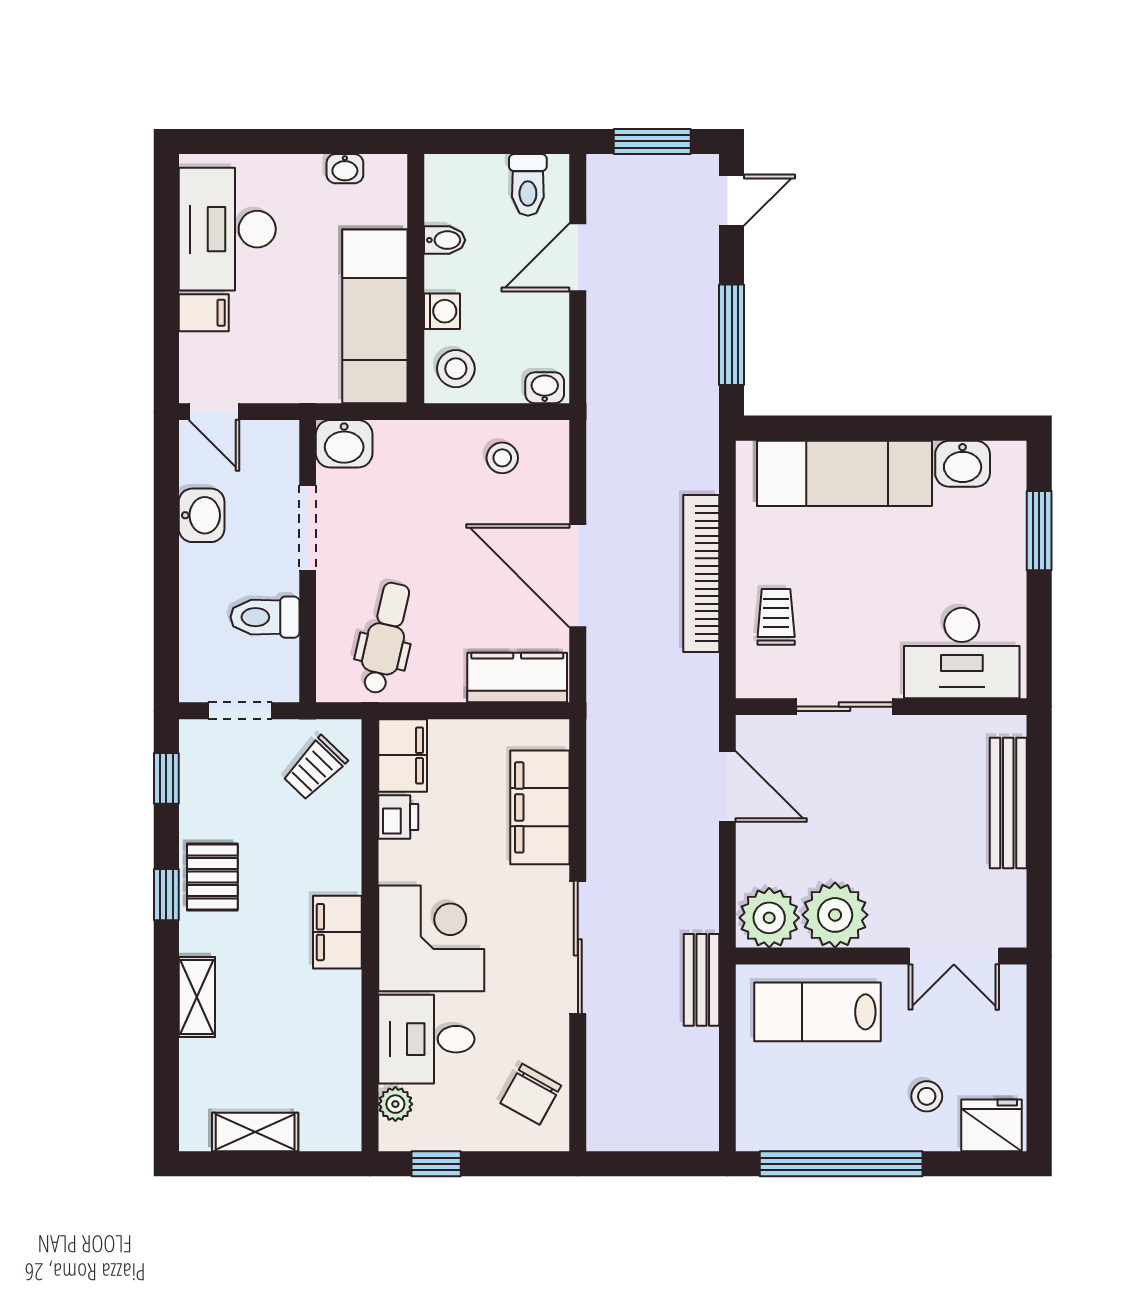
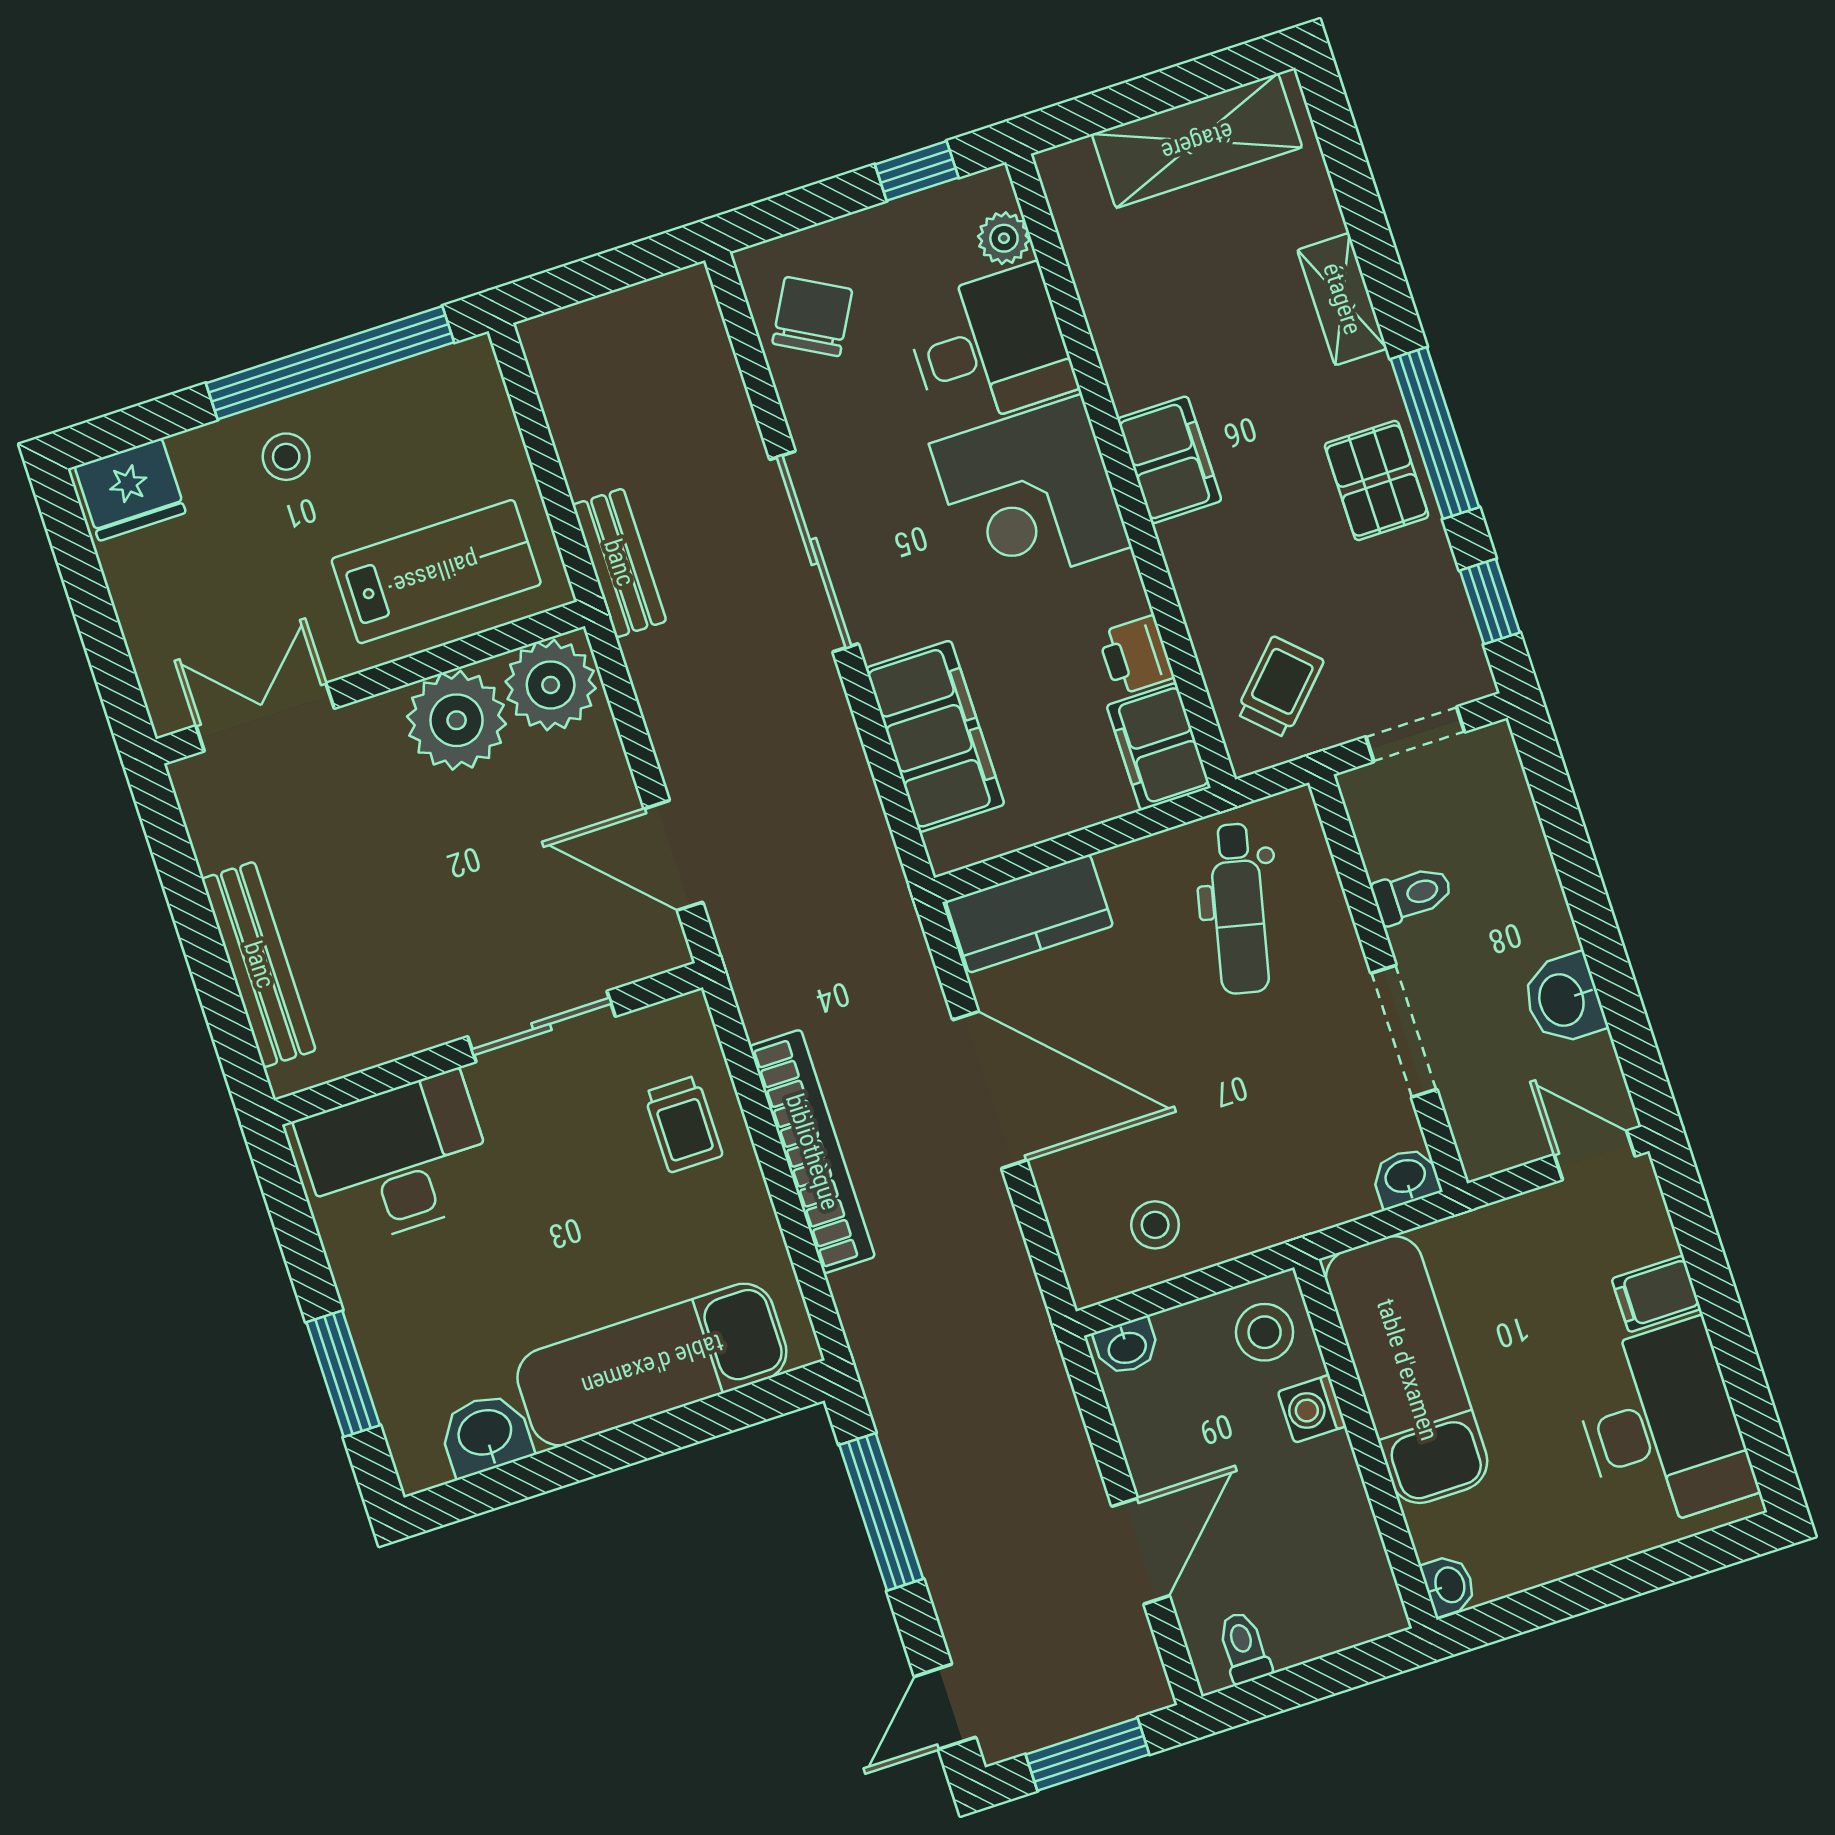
washbasin: (345, 169) -> (1449, 1585), moved, turned 90
toilet: (528, 185) -> (1244, 1647), width x0.73, depth x0.72
bidet: (445, 240) -> (1342, 1513), removed
washbasin: (344, 444) -> (1406, 1177), width x0.72, depth x0.69
toilet: (265, 617) -> (1412, 895), width x0.73, depth x0.72
window: (166, 895) -> (1435, 433), width x2.17
stool: (927, 1096) -> (286, 457), moved
shelving: (255, 1132) -> (1197, 141), width x1.50, depth x1.33

